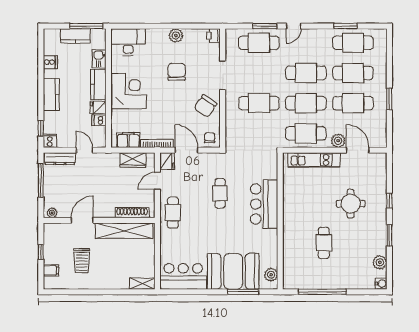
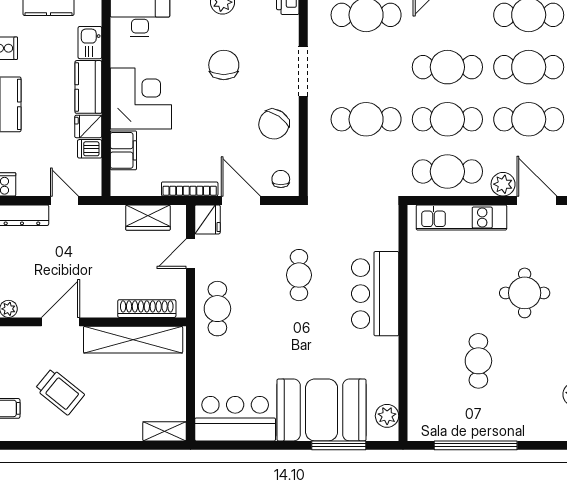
filing cabinet: (128, 140) -> (123, 150), moved, turned 90
trolley: (82, 261) -> (60, 392), turned -51

